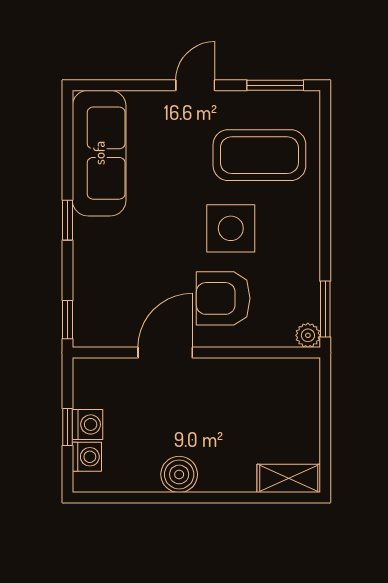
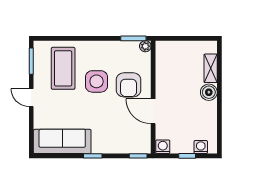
washing machine: (88, 424) -> (163, 147), moved
boiler: (179, 474) -> (209, 92), moved
shelving: (289, 478) -> (211, 68), moved

